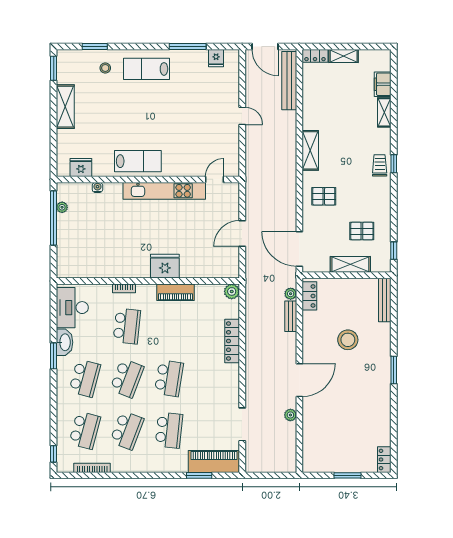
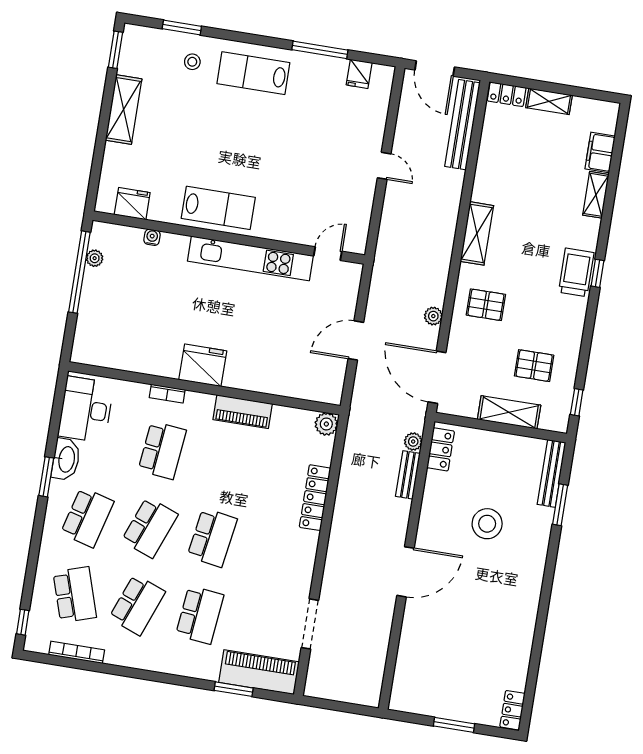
trolley: (380, 165) -> (576, 272), width x1.36, depth x1.39
fridge: (165, 266) -> (203, 365), moved
window: (394, 370) -> (560, 505), moved
plant: (290, 415) -> (433, 316), moved
school desk: (85, 430) -> (75, 595), turned -33

